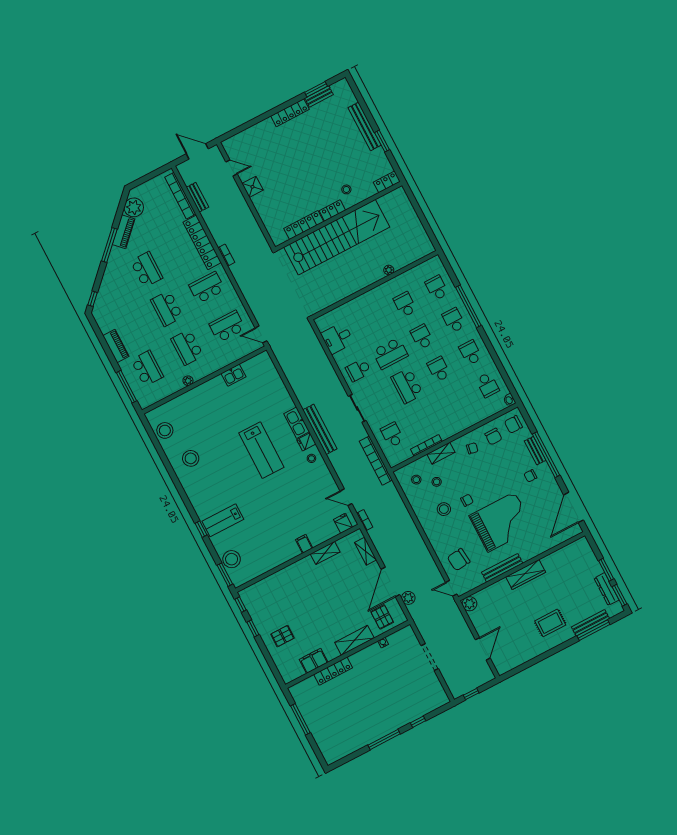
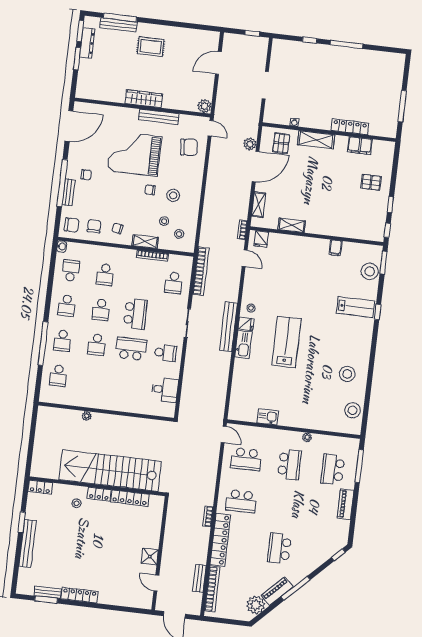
school desk: (405, 304) -> (105, 275), moved
school desk: (167, 308) -> (284, 506), removed
filing cabinet: (304, 544) -> (336, 248), moved

